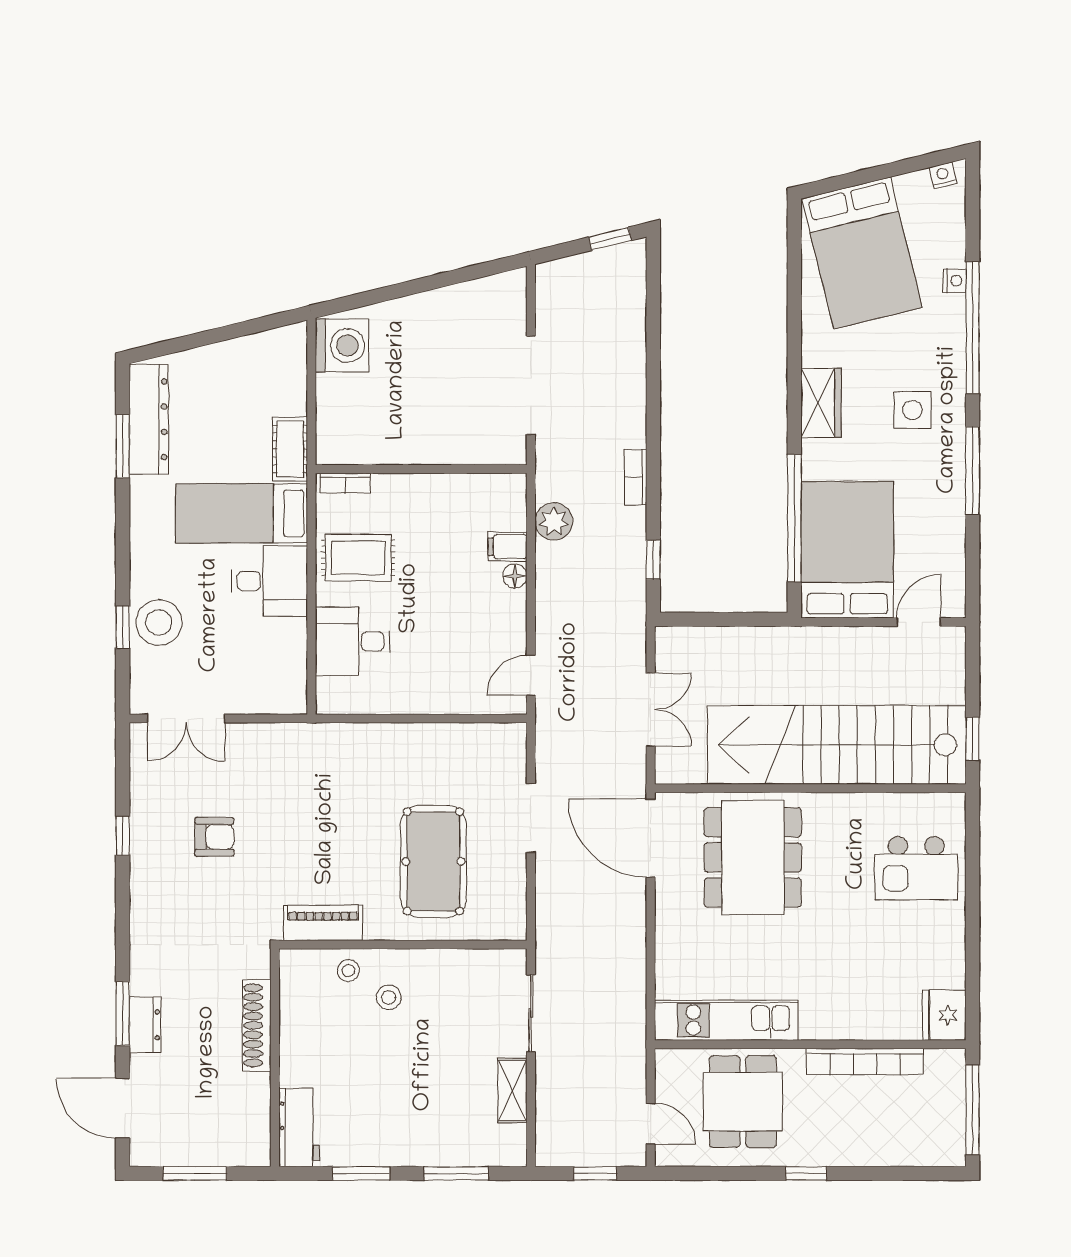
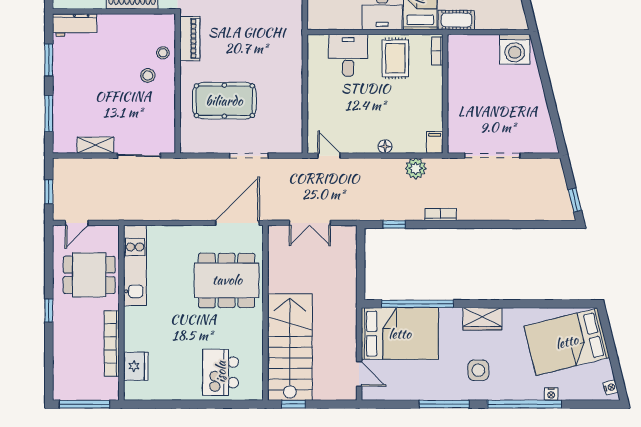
filing cabinet: (508, 547) -> (435, 142), moved
stairs: (837, 745) -> (290, 347), width x0.73
fridge: (944, 1015) -> (136, 366), moved, turned 90

